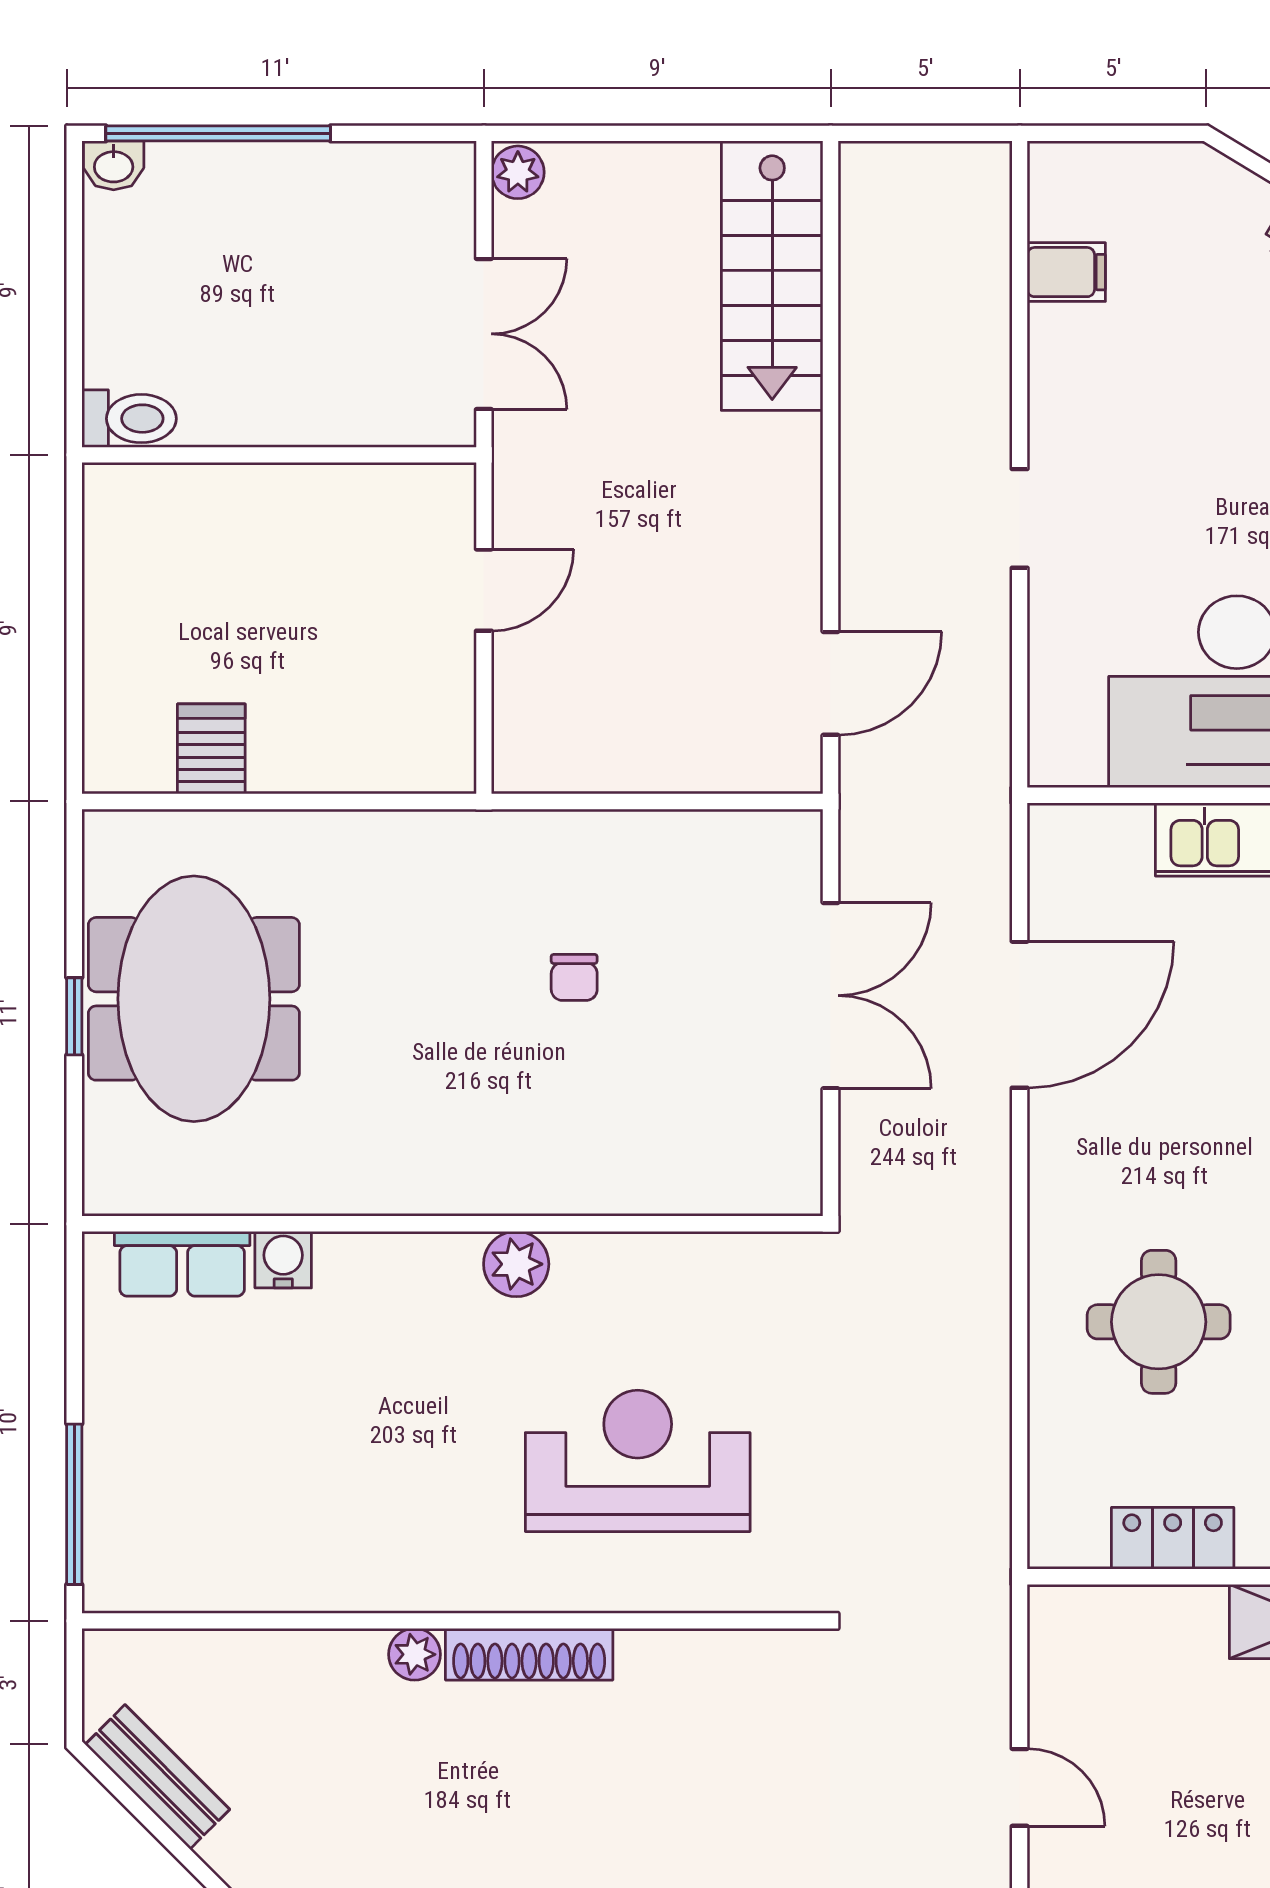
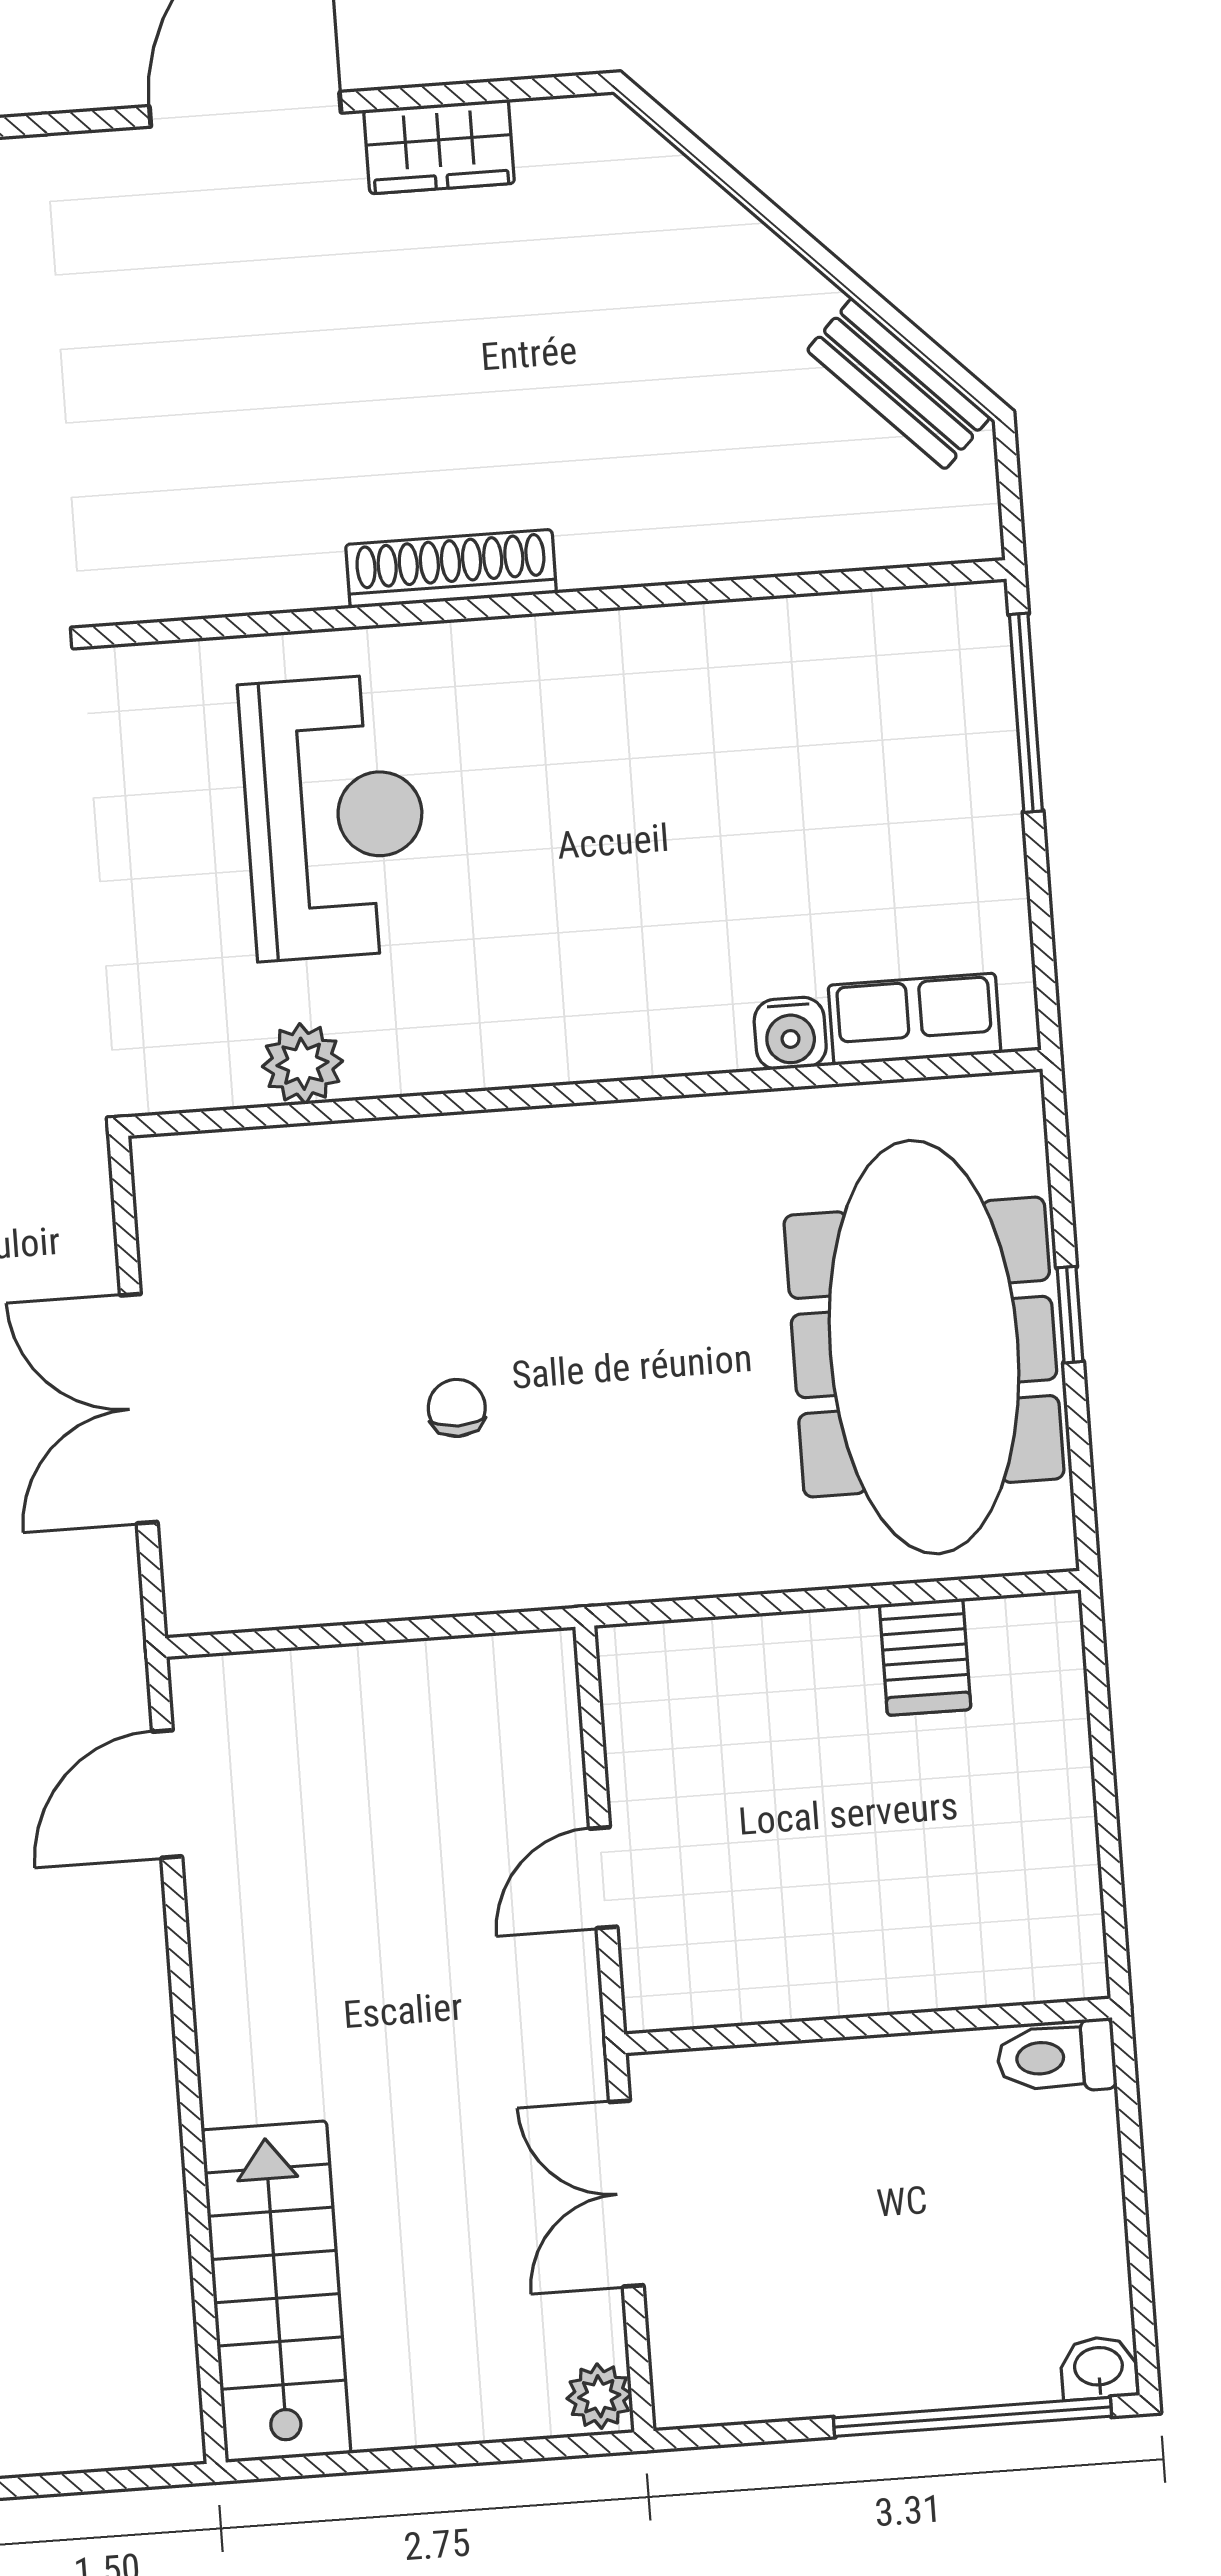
meeting table: (194, 999) -> (924, 1347), width x1.36
plant: (516, 1264) -> (303, 1064), moved
reception desk: (638, 1461) -> (335, 817), turned -90
plant: (415, 1654) -> (592, 558), removed

